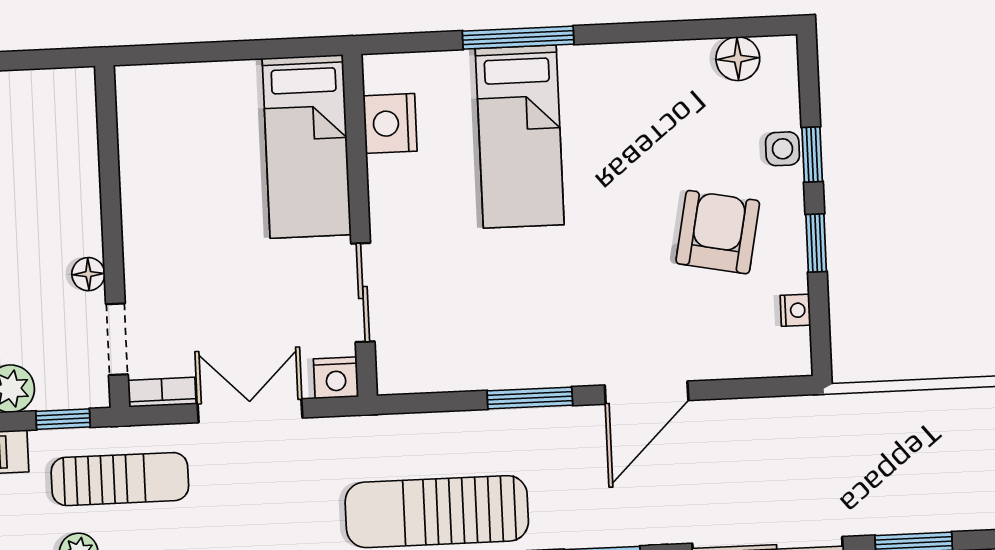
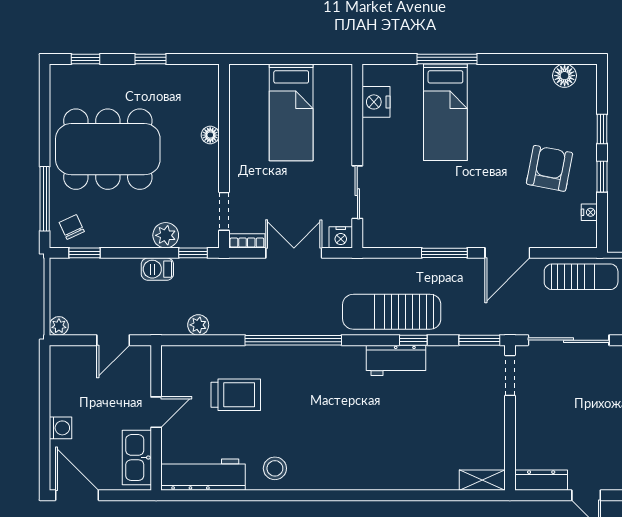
bed: (307, 146) -> (291, 112), moved
side table: (783, 149) -> (586, 125), removed
floor lamp: (88, 274) -> (210, 135), moved
sun lounger: (120, 479) -> (581, 277), moved

